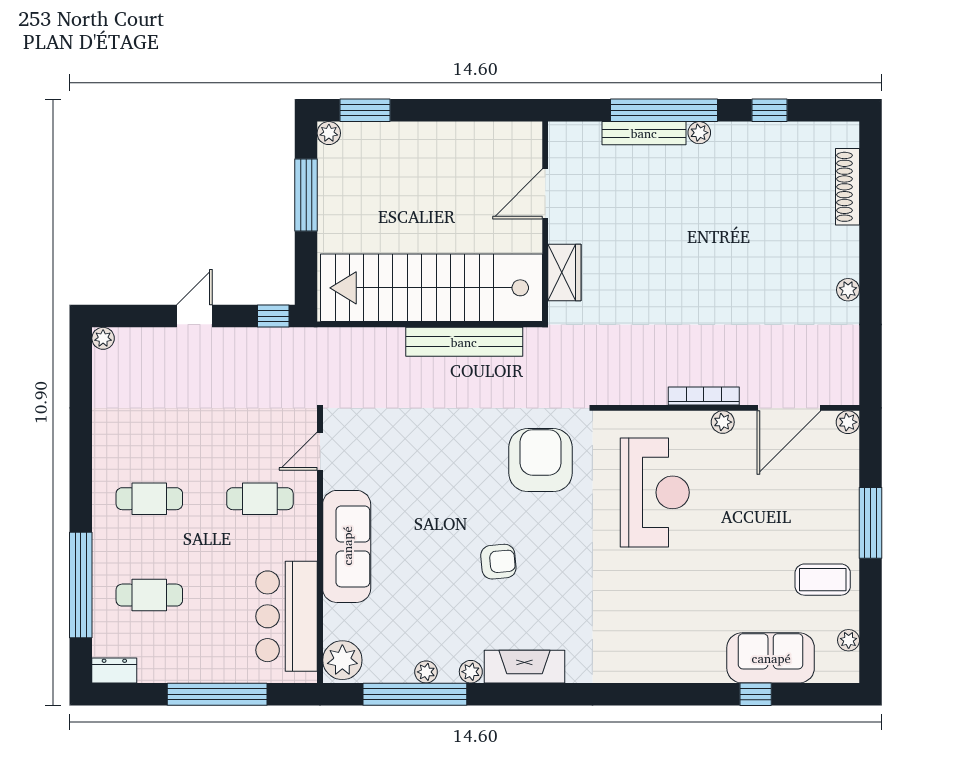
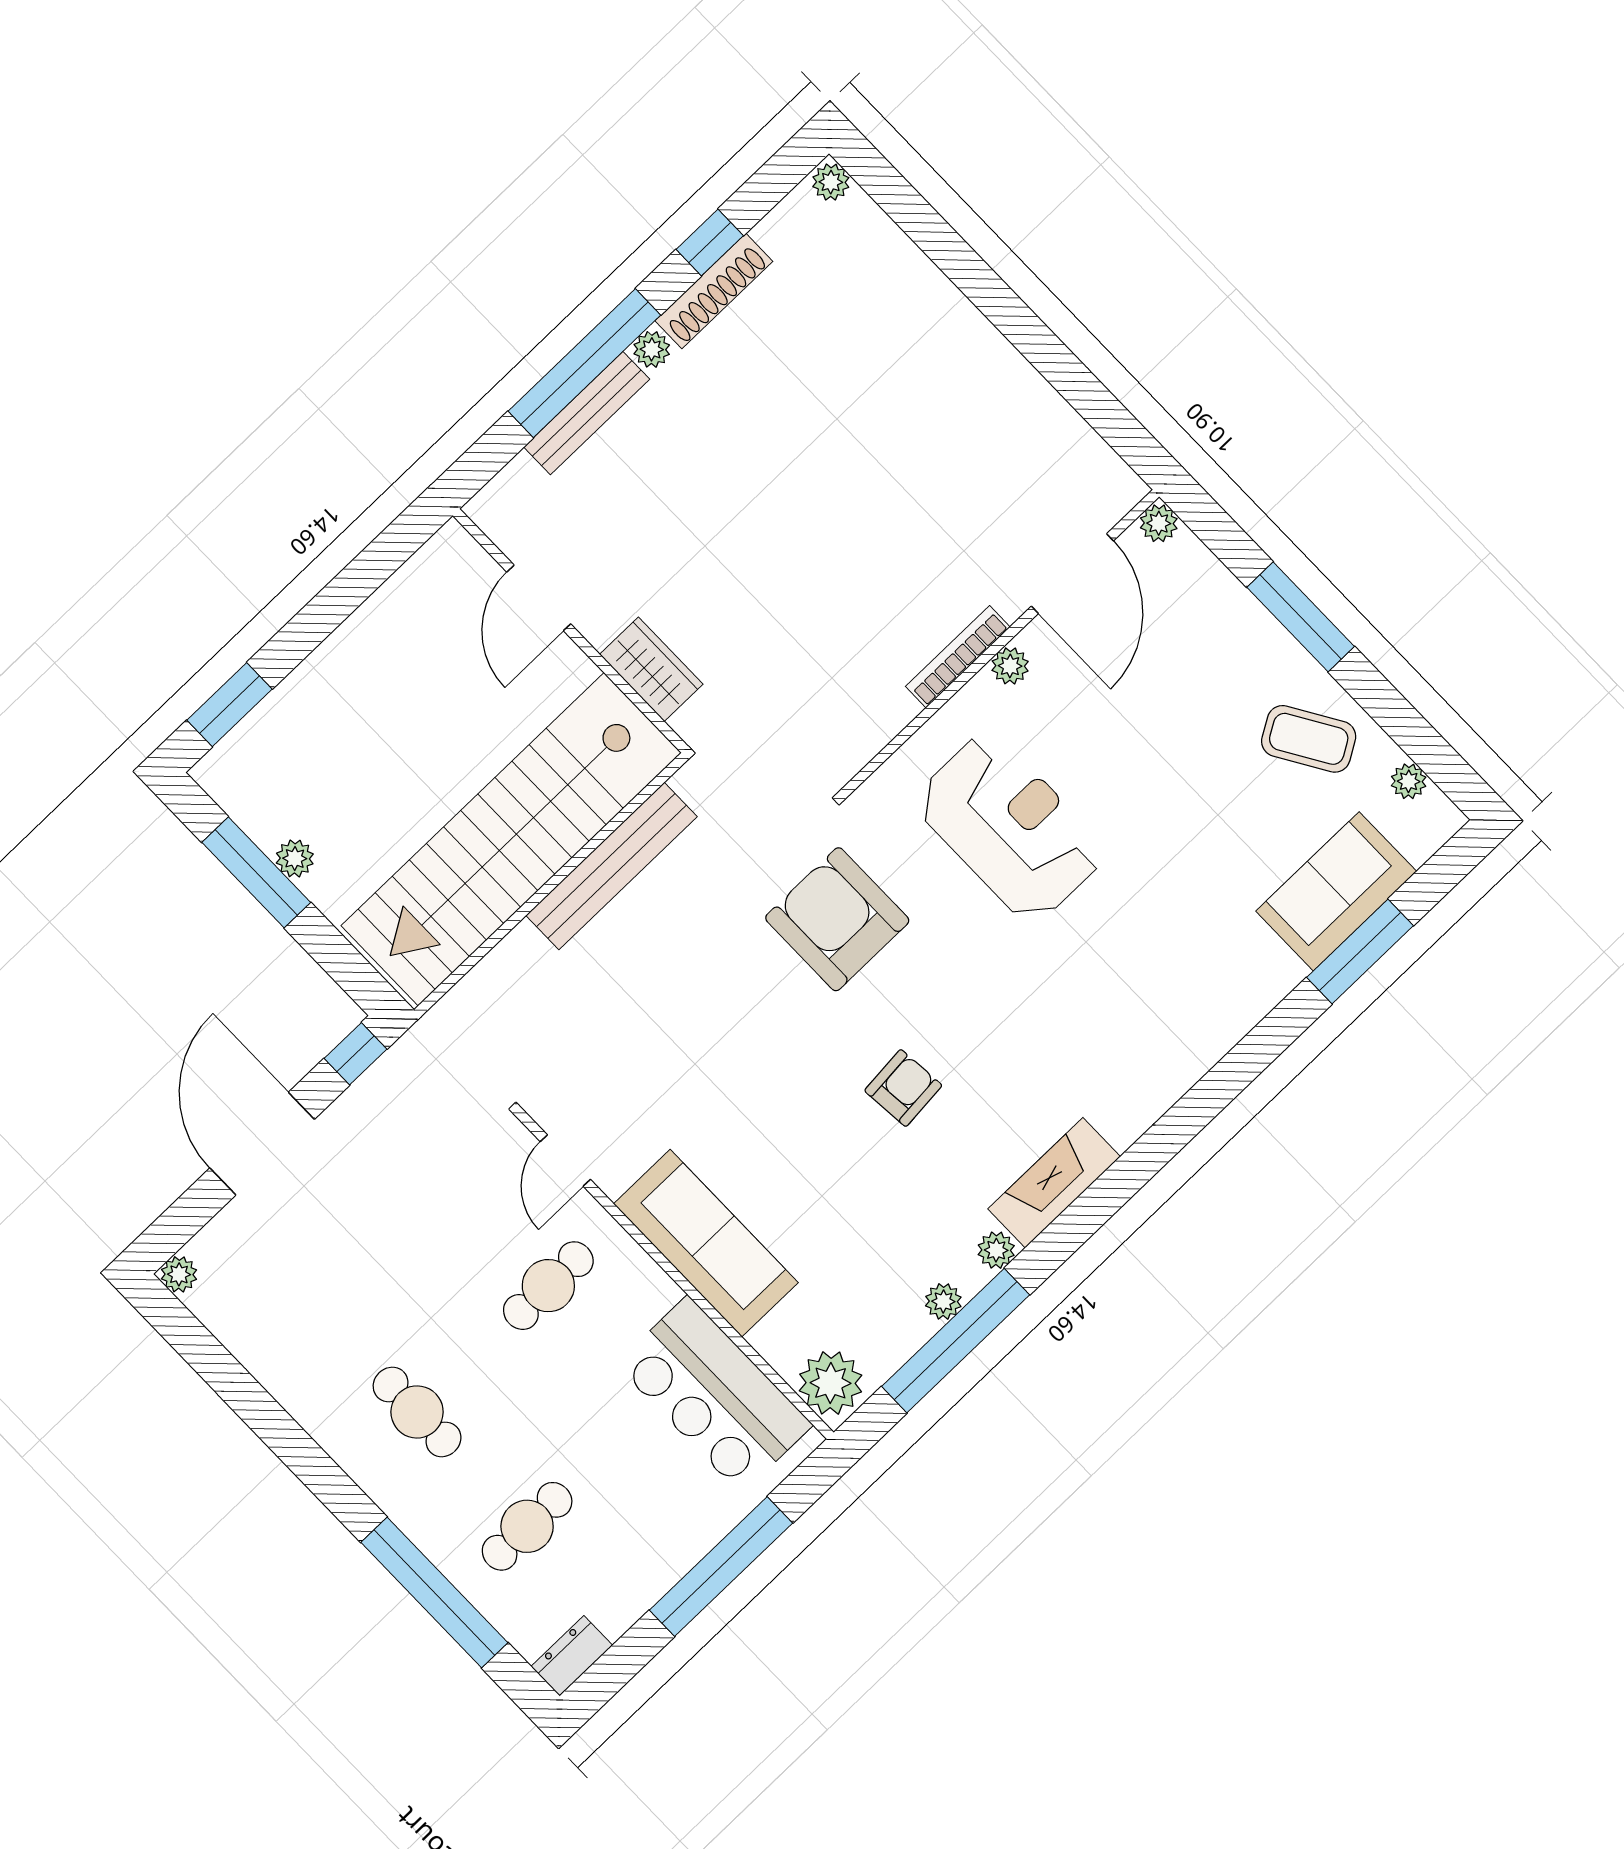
plant: (329, 133) -> (295, 858), moved
shoe rack: (848, 187) -> (714, 291), moved, turned -90
plant: (848, 290) -> (831, 182), moved
door: (194, 316) -> (262, 1144), width x1.88
cafe table: (149, 499) -> (417, 1412), turned 90
coffee table: (823, 580) -> (1309, 739), turned 59
window: (756, 694) -> (1360, 952), width x2.17

